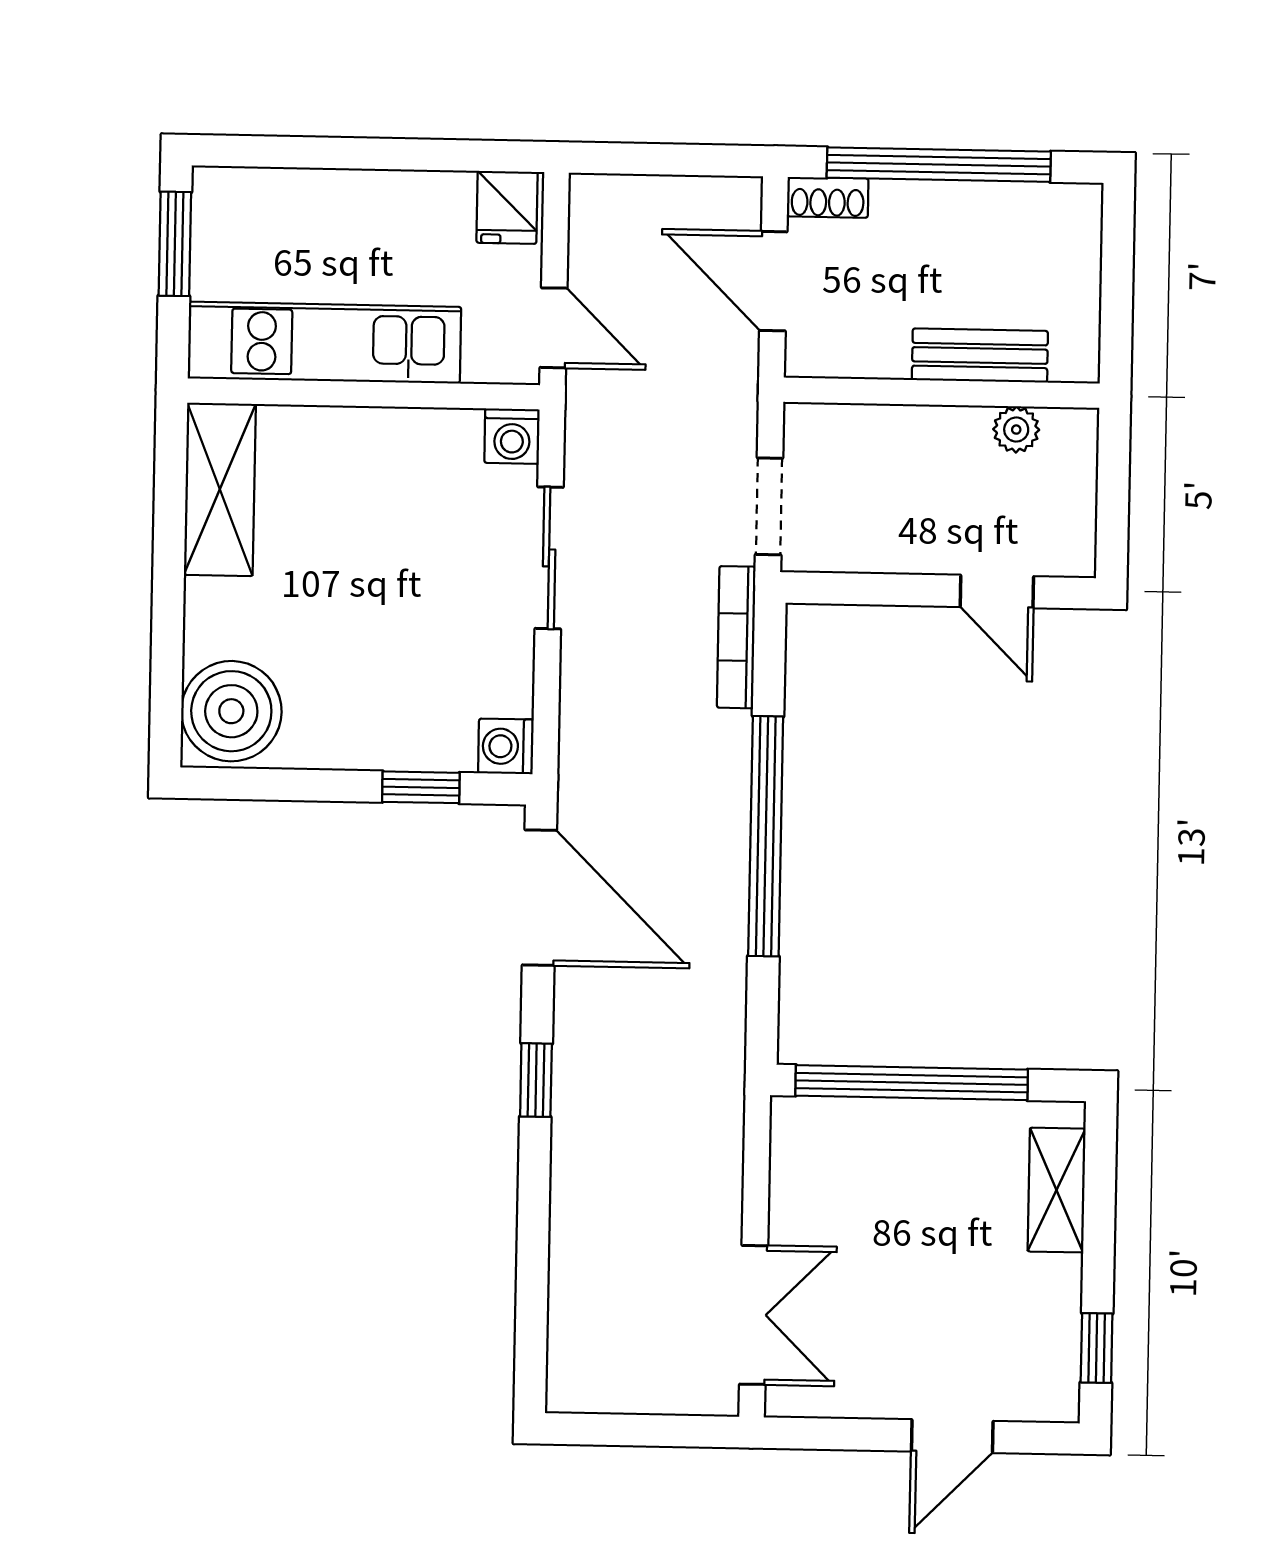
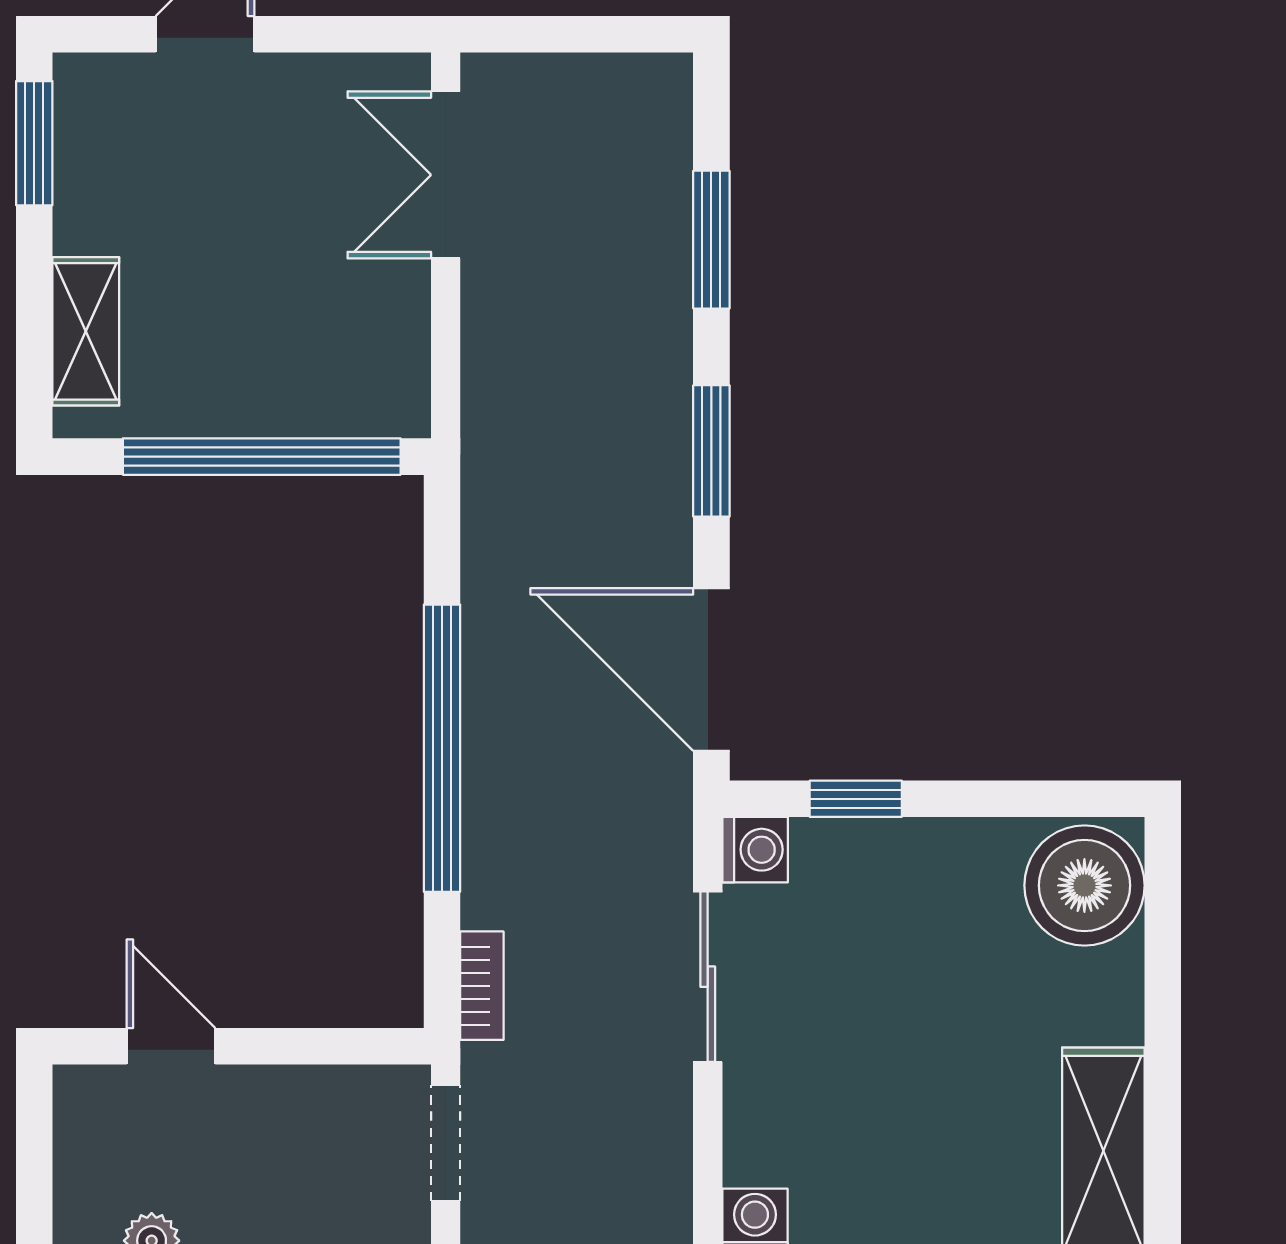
sliding door: (549, 558) -> (708, 977), moved
bookcase: (736, 637) -> (482, 986), width x0.64
window: (536, 1080) -> (711, 451), width x1.50
window: (533, 1257) -> (711, 240), added
window: (1097, 1348) -> (34, 143), width x1.50

